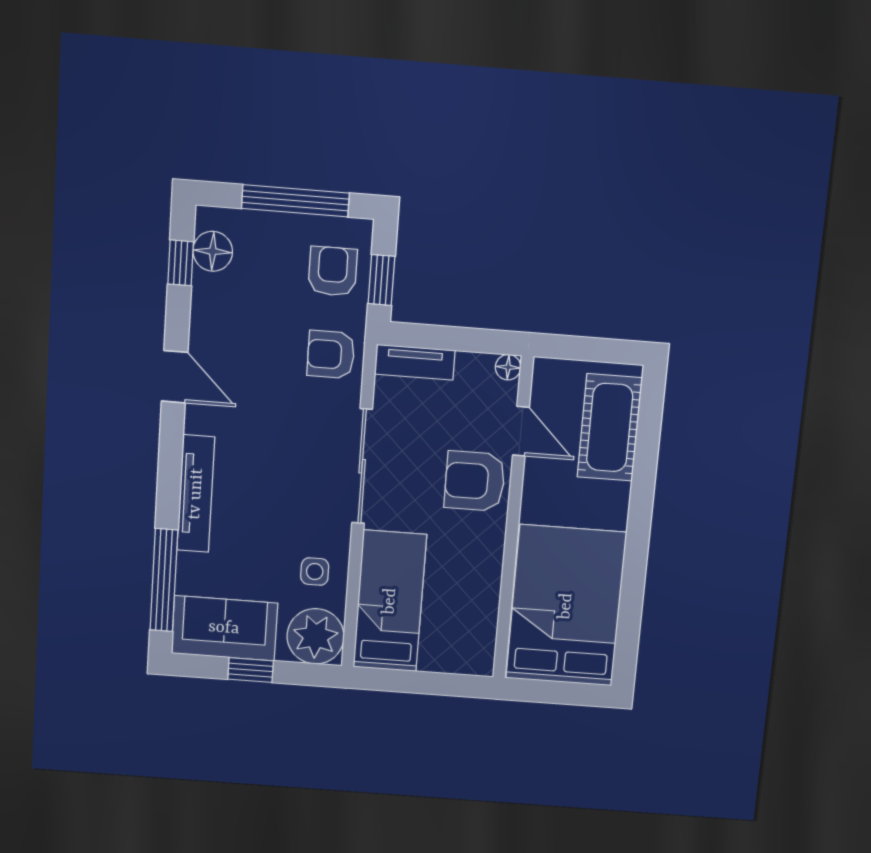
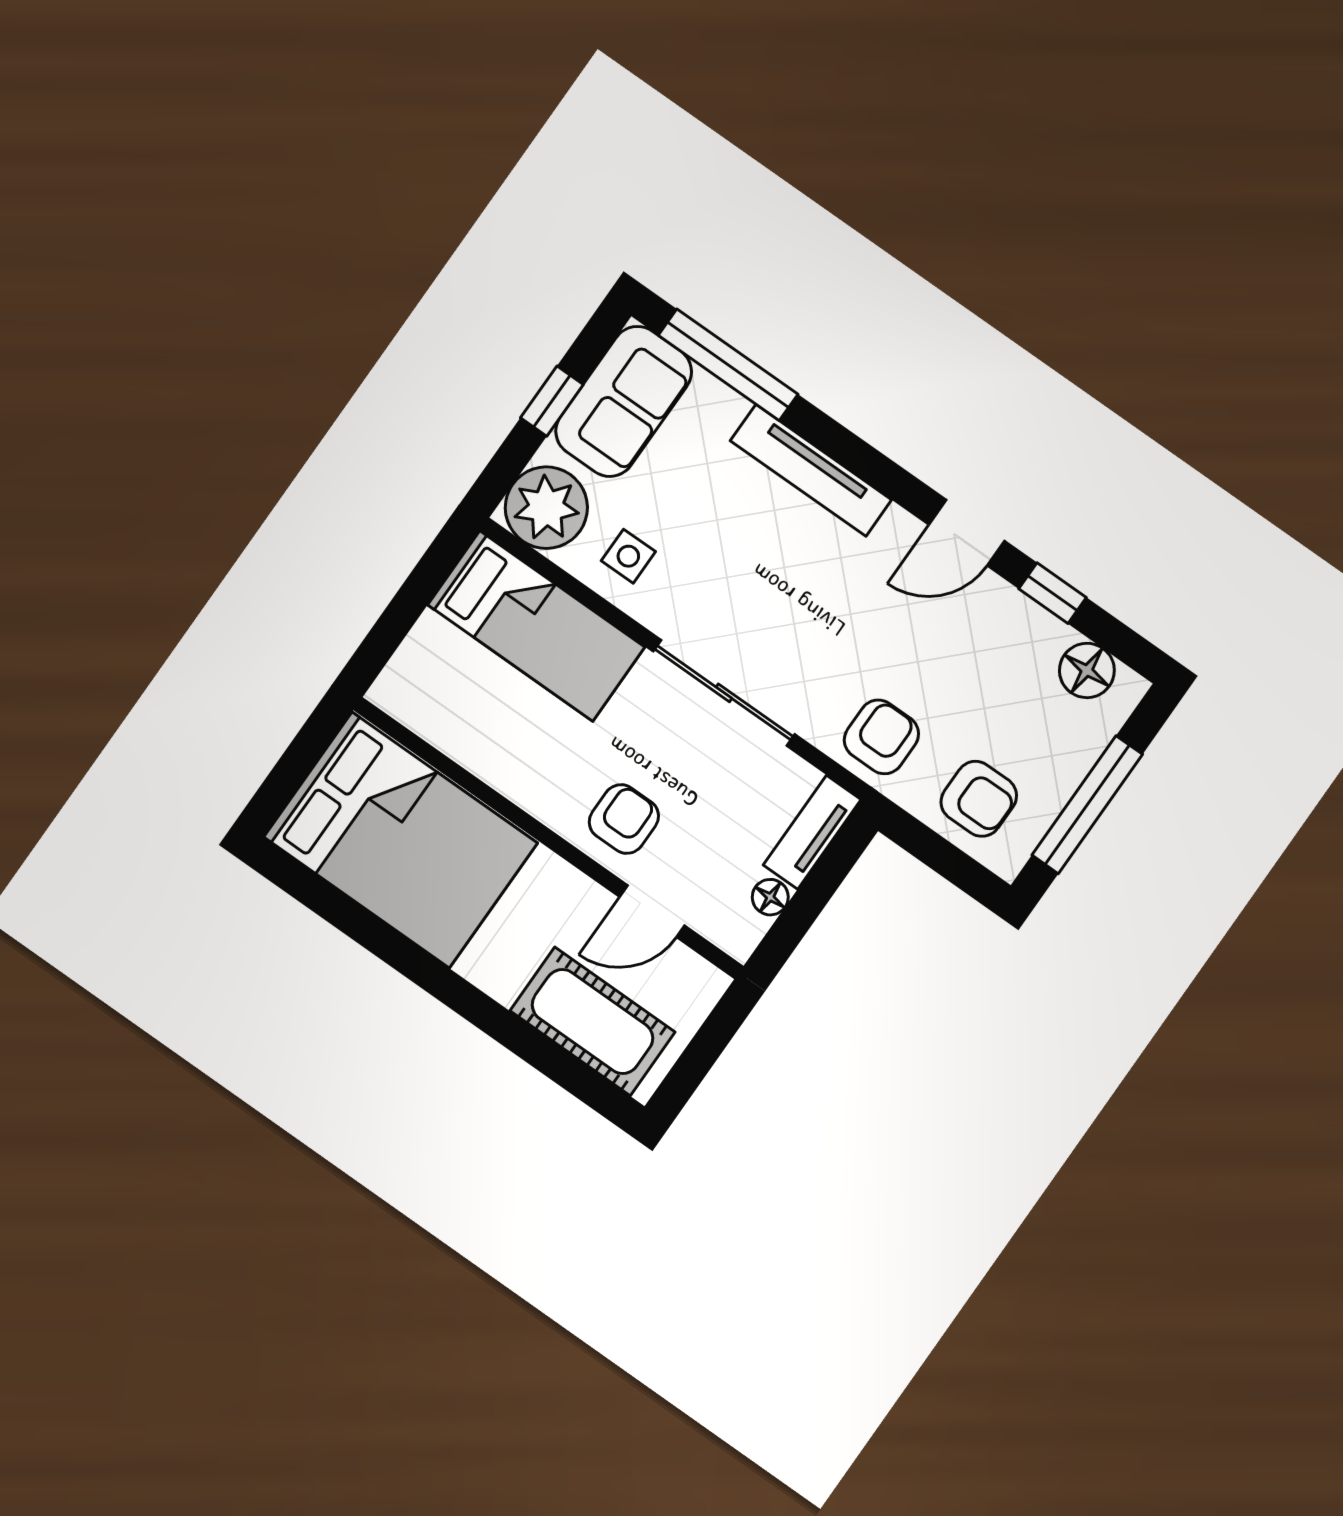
window: (181, 263) -> (1052, 593), moved
window: (381, 280) -> (934, 851), removed
floor lamp: (508, 367) -> (770, 897), moved
armchair: (475, 481) -> (624, 819), width x0.72, depth x0.72

